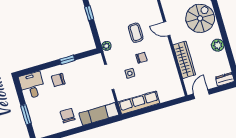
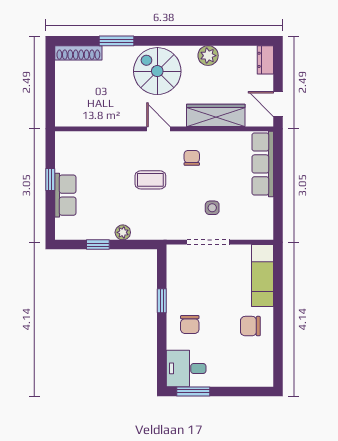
door: (167, 29) -> (158, 129), swing flipped
plant: (106, 46) -> (123, 232), moved
chair: (141, 58) -> (192, 158), moved
row of seats: (139, 103) -> (263, 164), moved
window: (26, 115) -> (193, 391), moved

